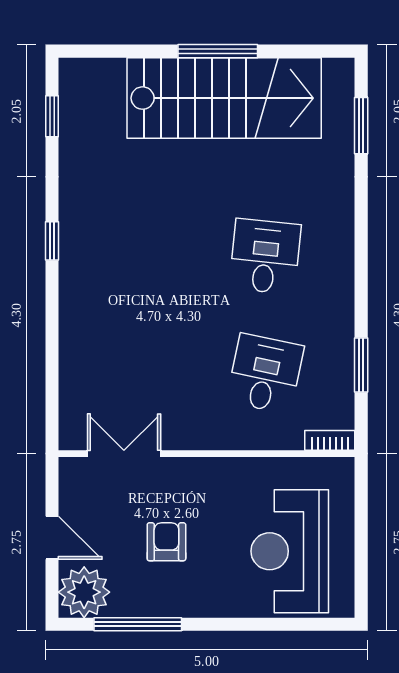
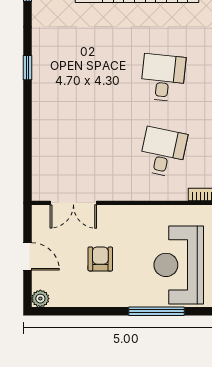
double door: (124, 454) -> (73, 203), swing flipped
plant: (84, 592) -> (40, 299), width x0.53, depth x0.53
window: (138, 624) -> (157, 311), moved

